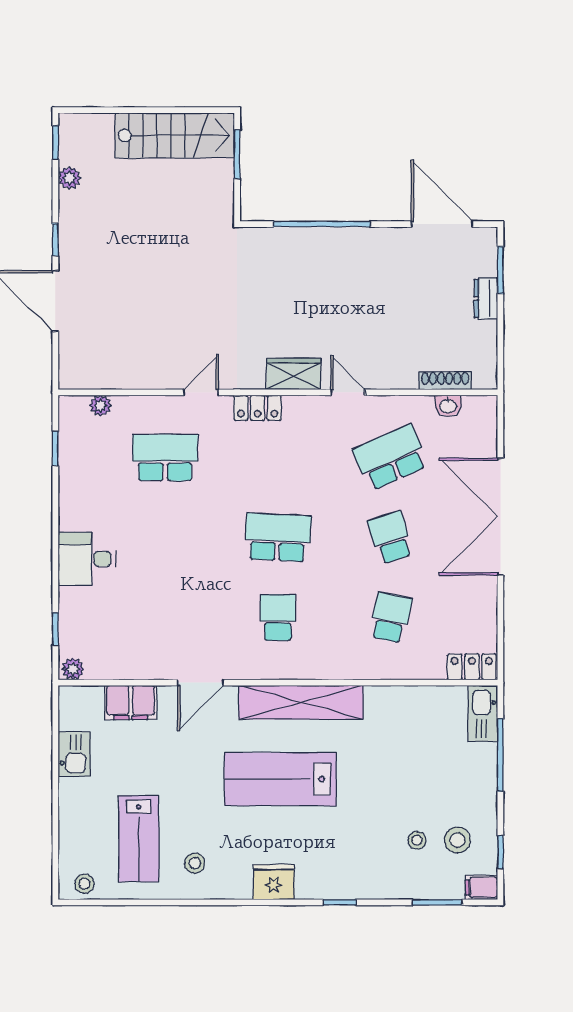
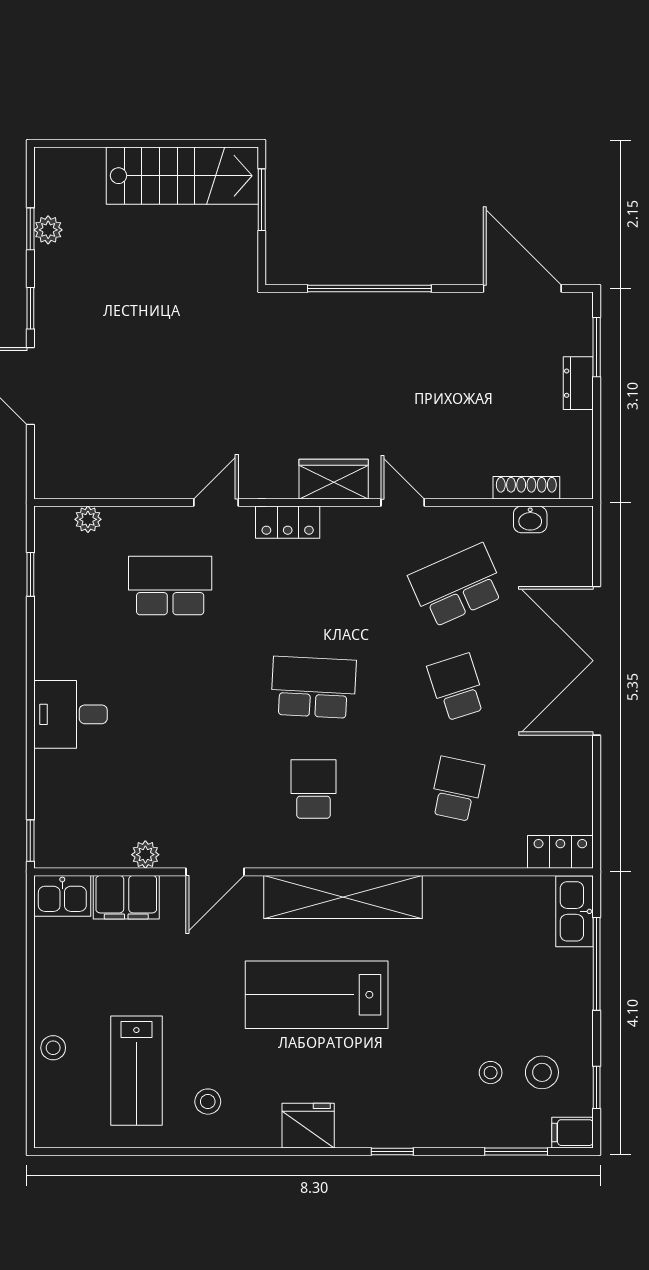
window: (55, 142) -> (30, 229), moved
window: (55, 629) -> (30, 841), moved
plant: (73, 669) -> (145, 855), moved
kitchen sink: (74, 754) -> (62, 896), moved, turned 90
stool: (84, 884) -> (53, 1048), moved

